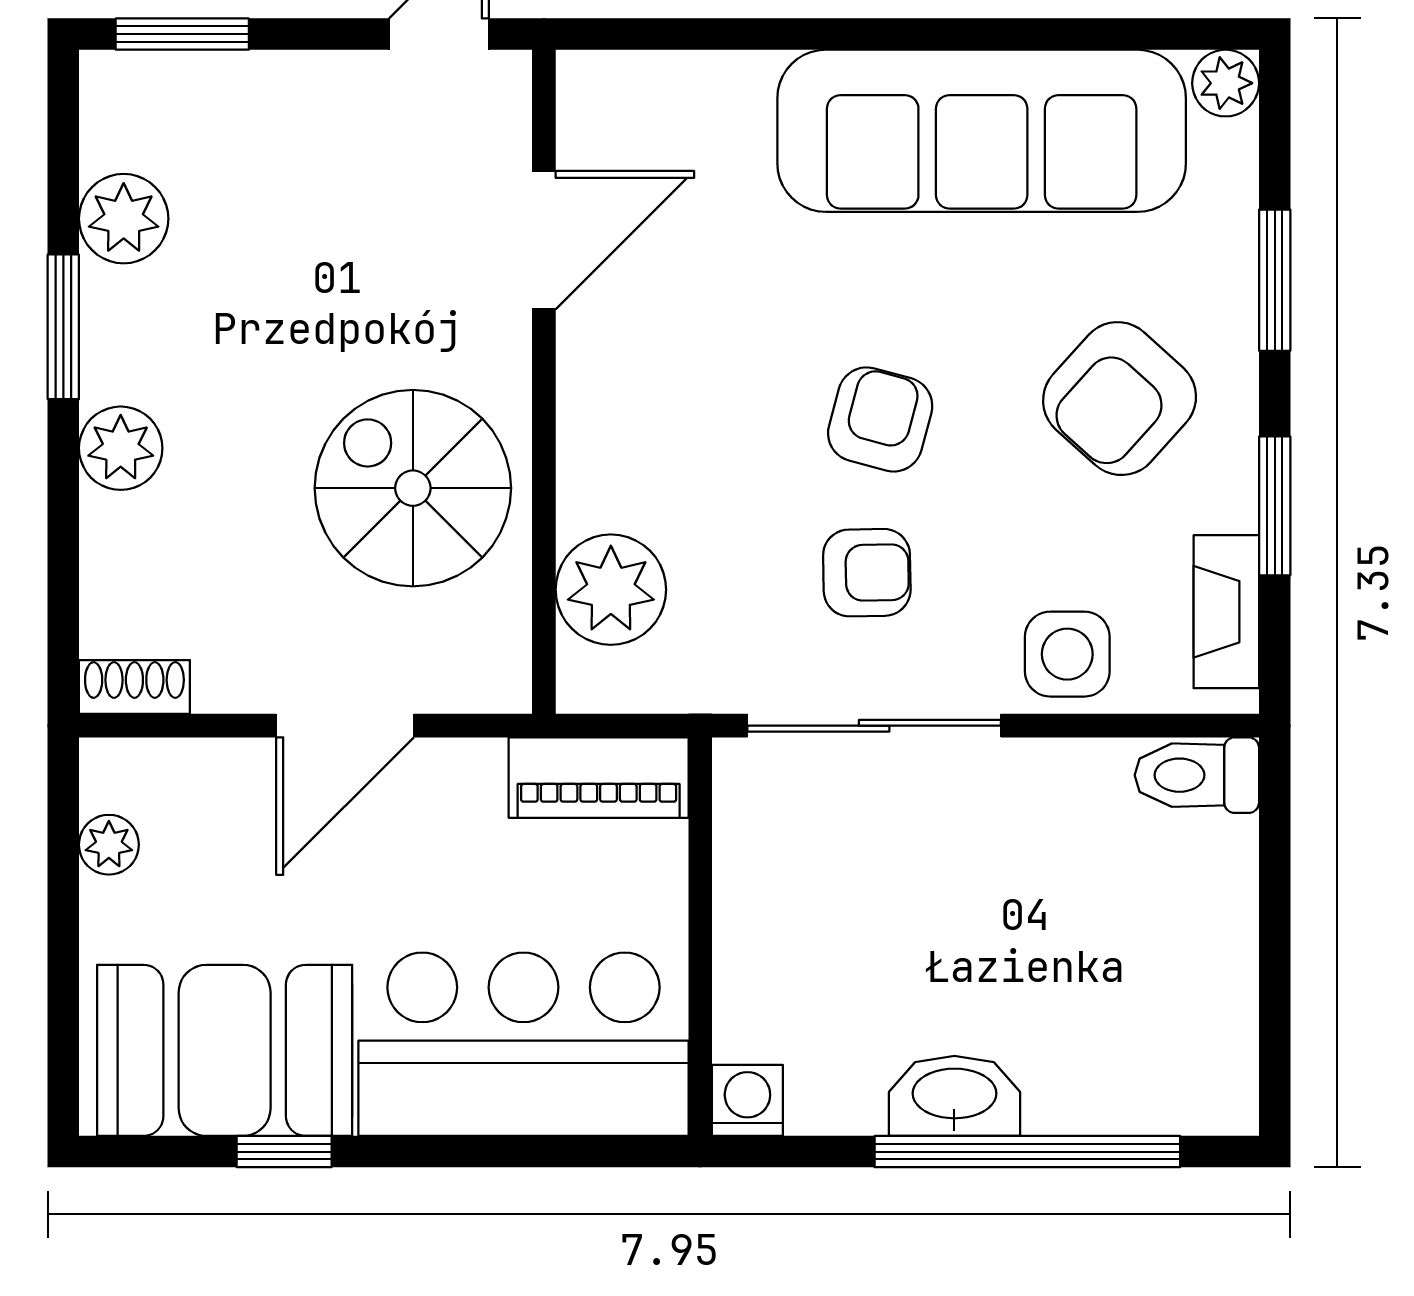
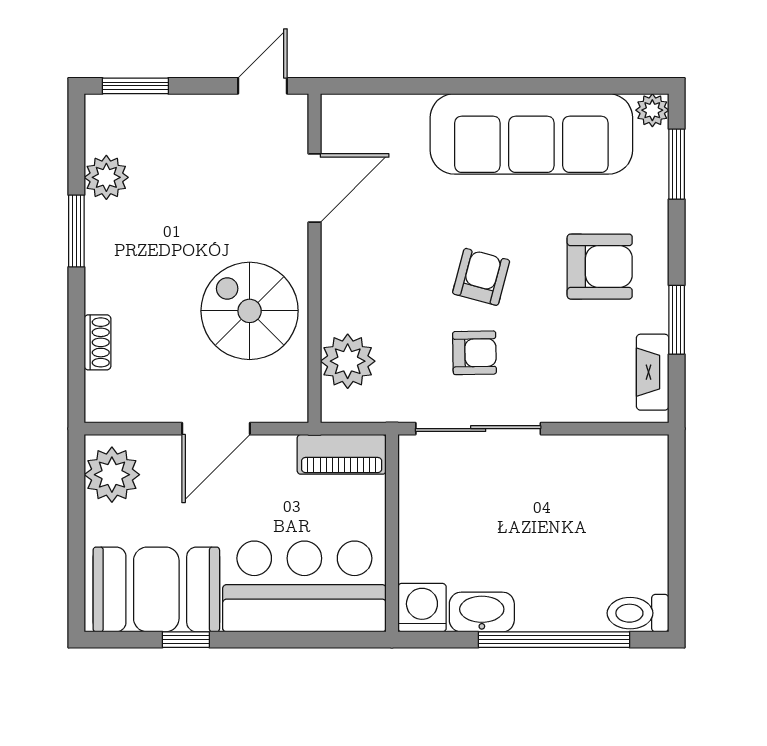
window: (1275, 280) -> (677, 164), moved
armchair: (1120, 399) -> (600, 267), turned -132
plant: (121, 448) -> (105, 291), removed
side table: (1067, 654) -> (574, 393), removed
shoe rack: (134, 687) -> (97, 342), moved, turned 90
toilet: (1197, 775) -> (638, 613), moved
plant: (109, 845) -> (112, 475), width x1.87, depth x1.87
washbasin: (954, 1096) -> (482, 612), moved
washing machine: (747, 1100) -> (422, 608), width x1.38, depth x1.38

